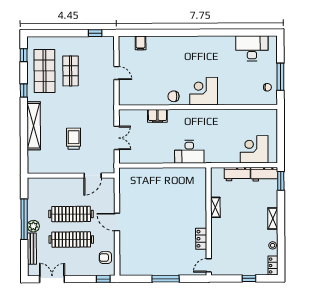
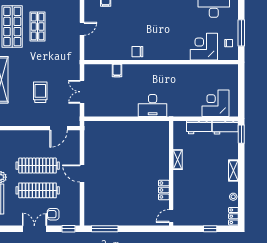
door: (116, 73) -> (82, 29), hinge flipped
corner desk: (204, 91) -> (204, 47), moved
filing cabinet: (157, 116) -> (117, 70), width x0.50
double door: (117, 138) -> (82, 92), swing flipped
armchair: (105, 258) -> (53, 214), moved
double door: (52, 279) -> (34, 229), moved
window: (166, 279) -> (105, 229), moved

